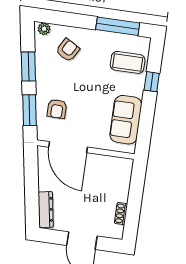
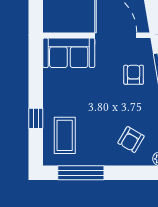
coffee table: (128, 62) -> (65, 135), turned 90
sofa: (126, 120) -> (69, 53), moved, turned 90

